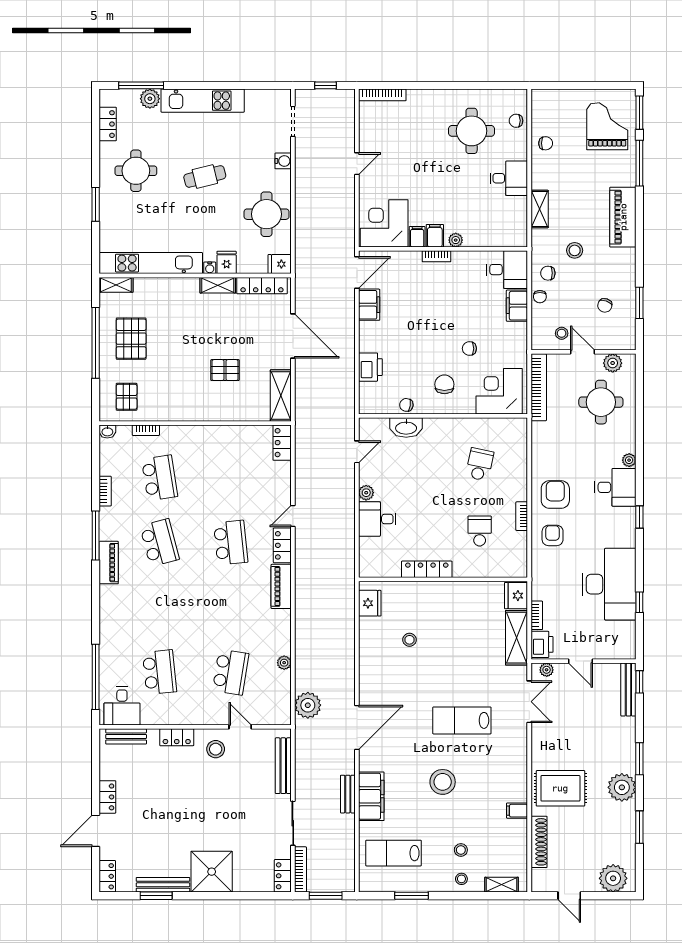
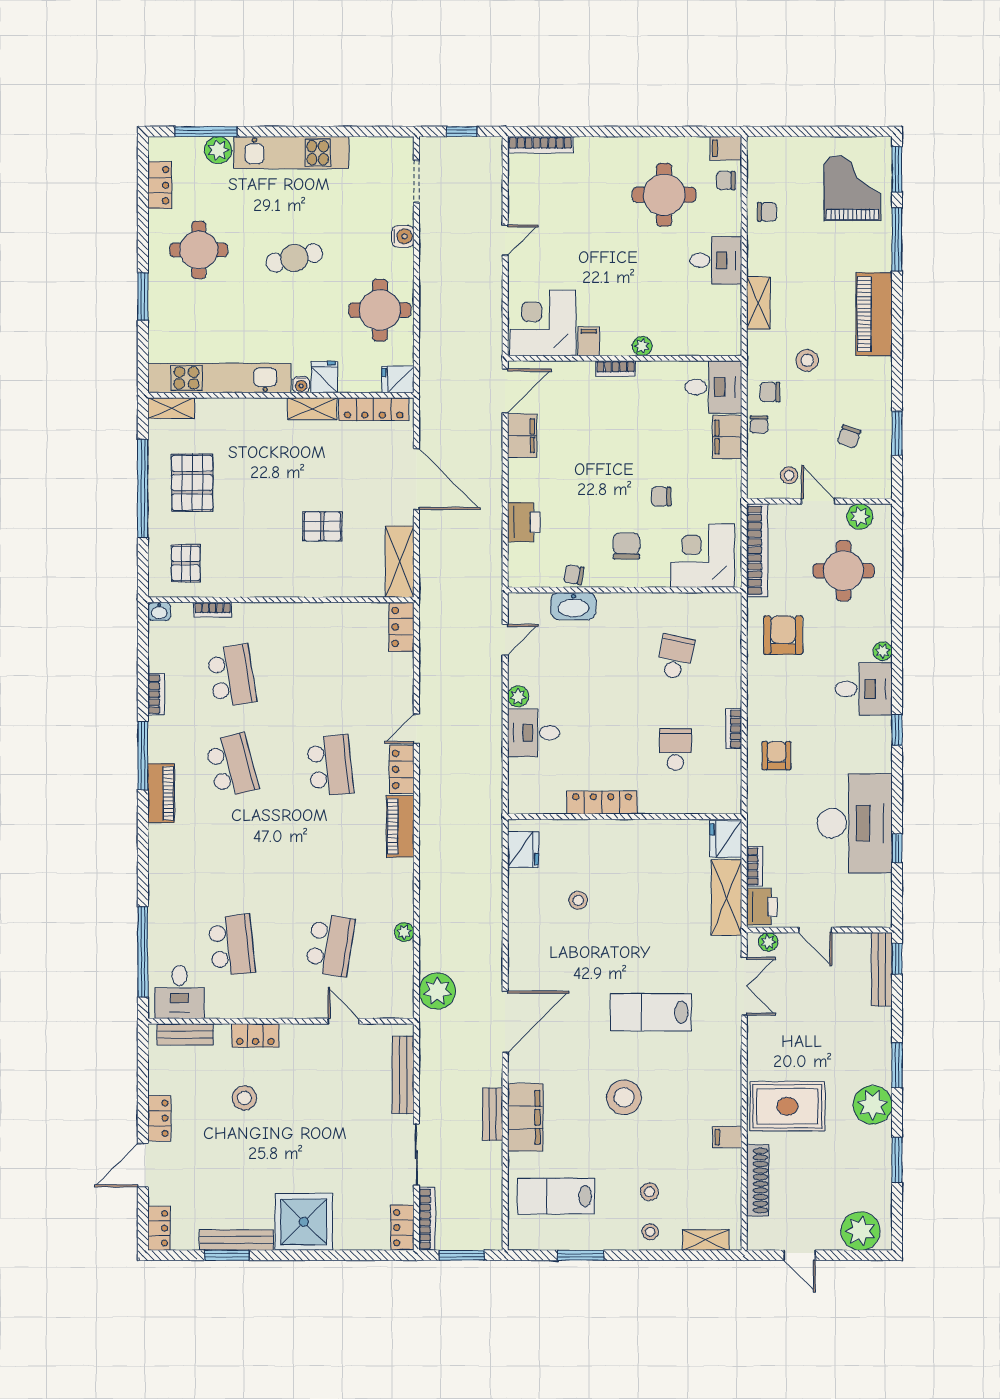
filing cabinet: (435, 236) -> (726, 148), moved, turned -90
armchair: (555, 495) -> (783, 635), moved
stool: (216, 749) -> (244, 1098), moved

